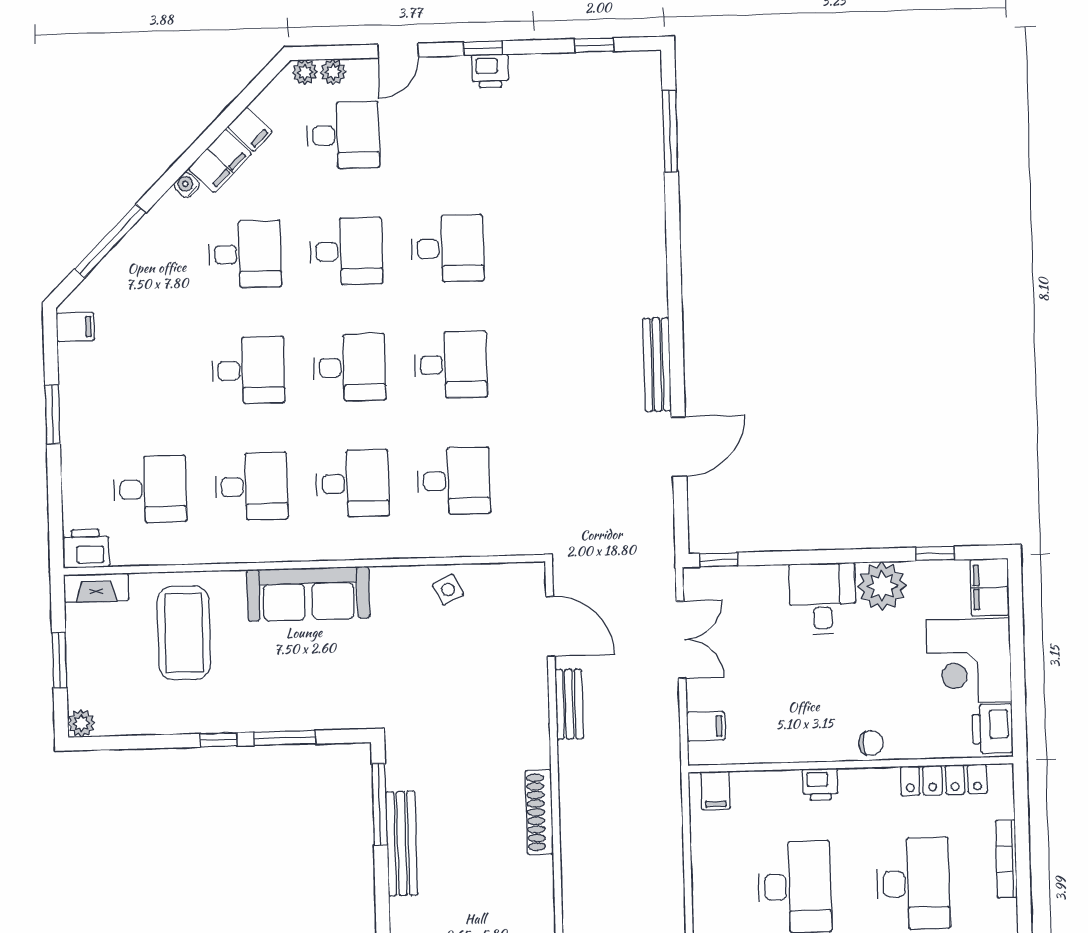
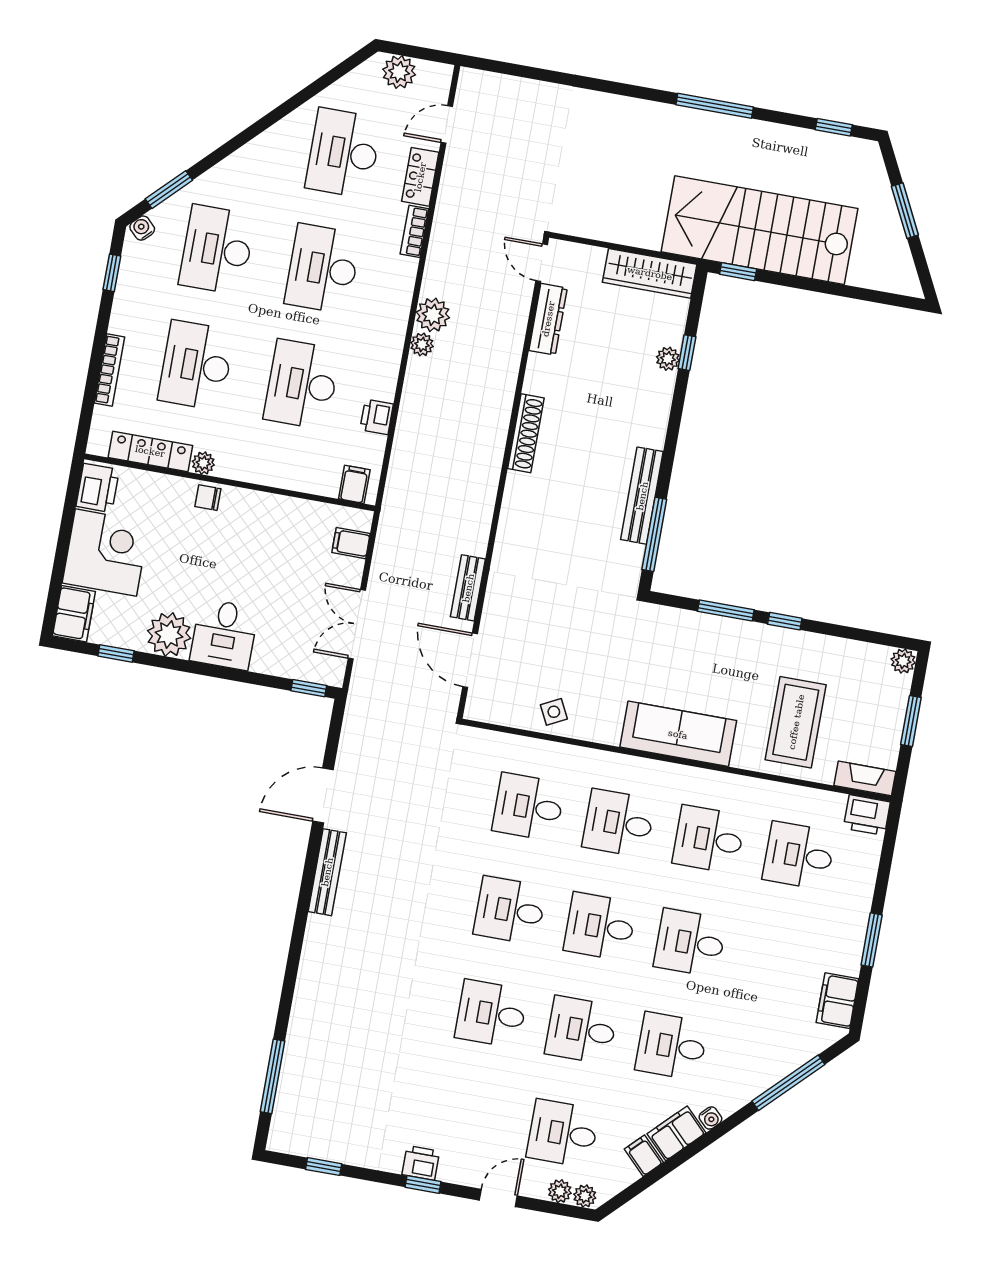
filing cabinet: (75, 327) -> (837, 1001), width x2.00
plant: (884, 779) -> (203, 463), added
printer: (820, 784) -> (377, 417), moved, turned -90
shoe rack: (539, 812) -> (526, 433), moved

